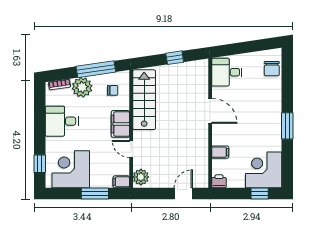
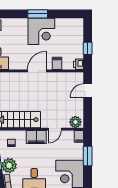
door: (210, 111) -> (37, 71), moved
corner desk: (264, 170) -> (41, 31), moved, turned -90
door: (183, 194) -> (88, 91), hinge flipped
window: (260, 194) -> (88, 48), moved

